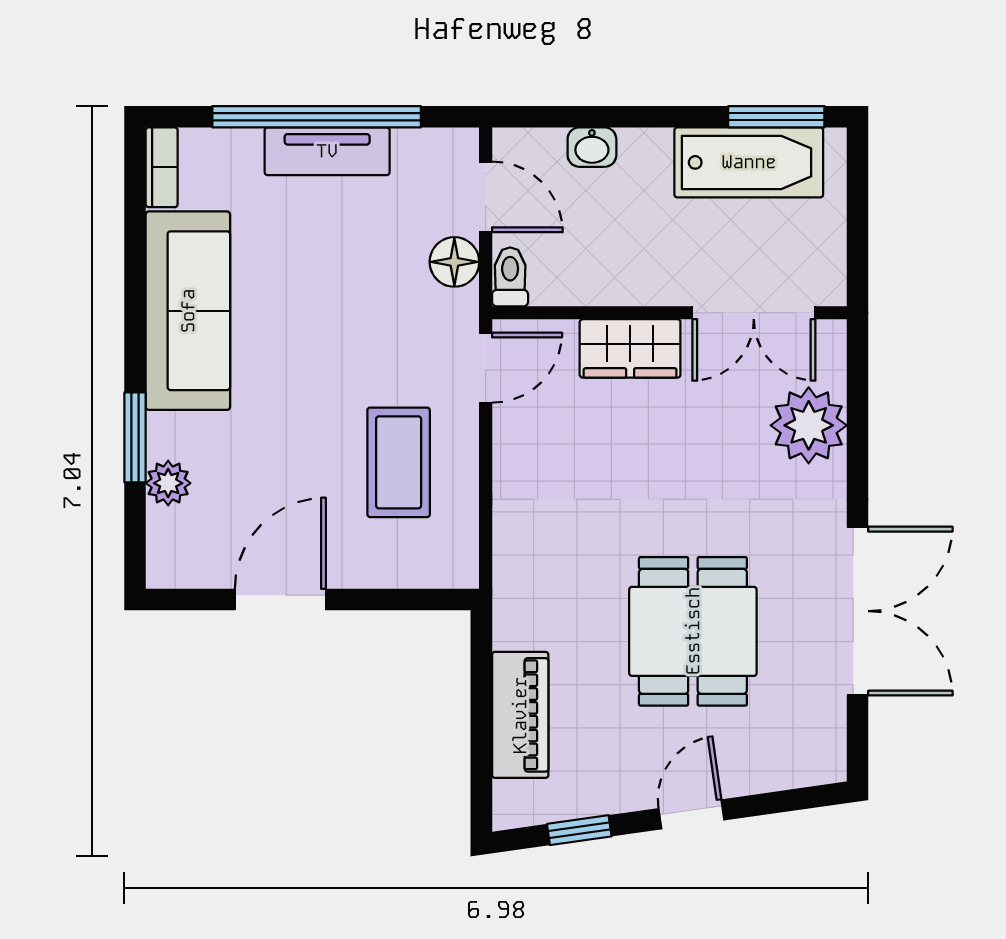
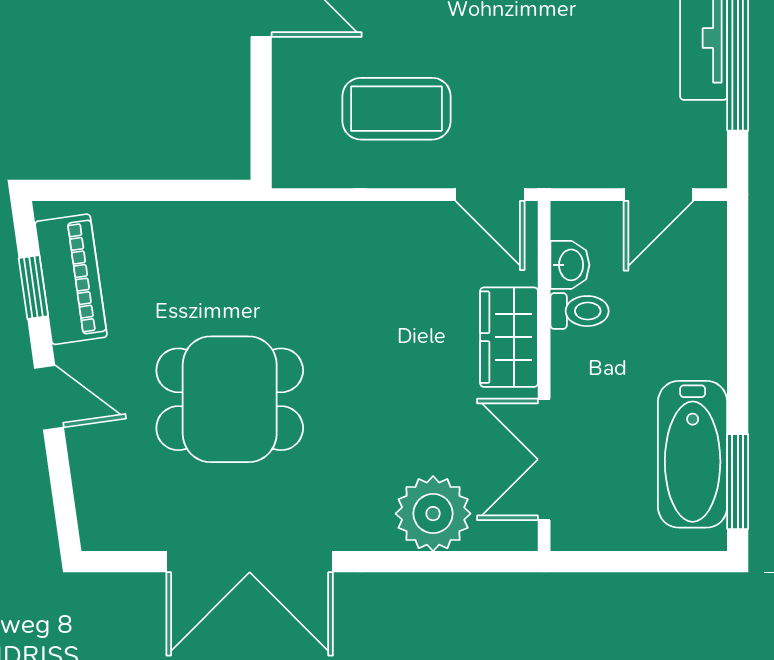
washbasin: (592, 147) -> (570, 265), moved, turned 180
floor lamp: (454, 262) -> (594, 164), removed
toilet: (510, 277) -> (580, 311), moved
piano: (520, 715) -> (71, 279), moved, turned -98

